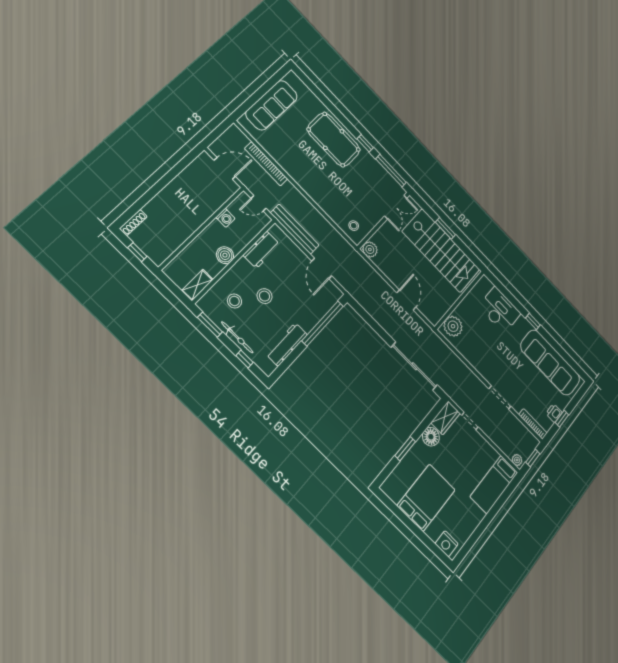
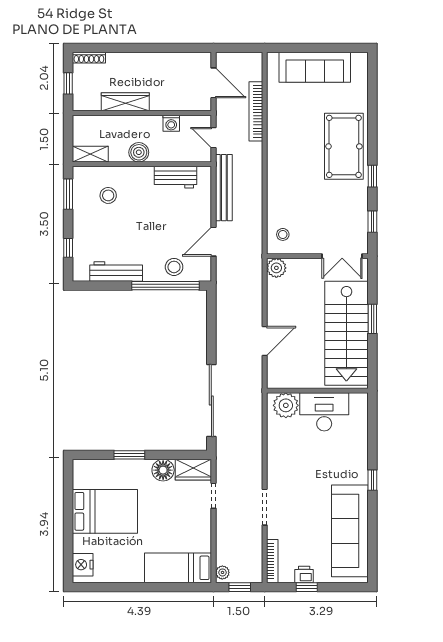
window: (391, 171) -> (372, 222), width x0.46
wardrobe: (185, 230) -> (125, 102), added
stool: (265, 296) -> (174, 267), moved
desk: (500, 310) -> (324, 412), moved, turned -90
bicycle: (237, 337) -> (80, 226), removed

